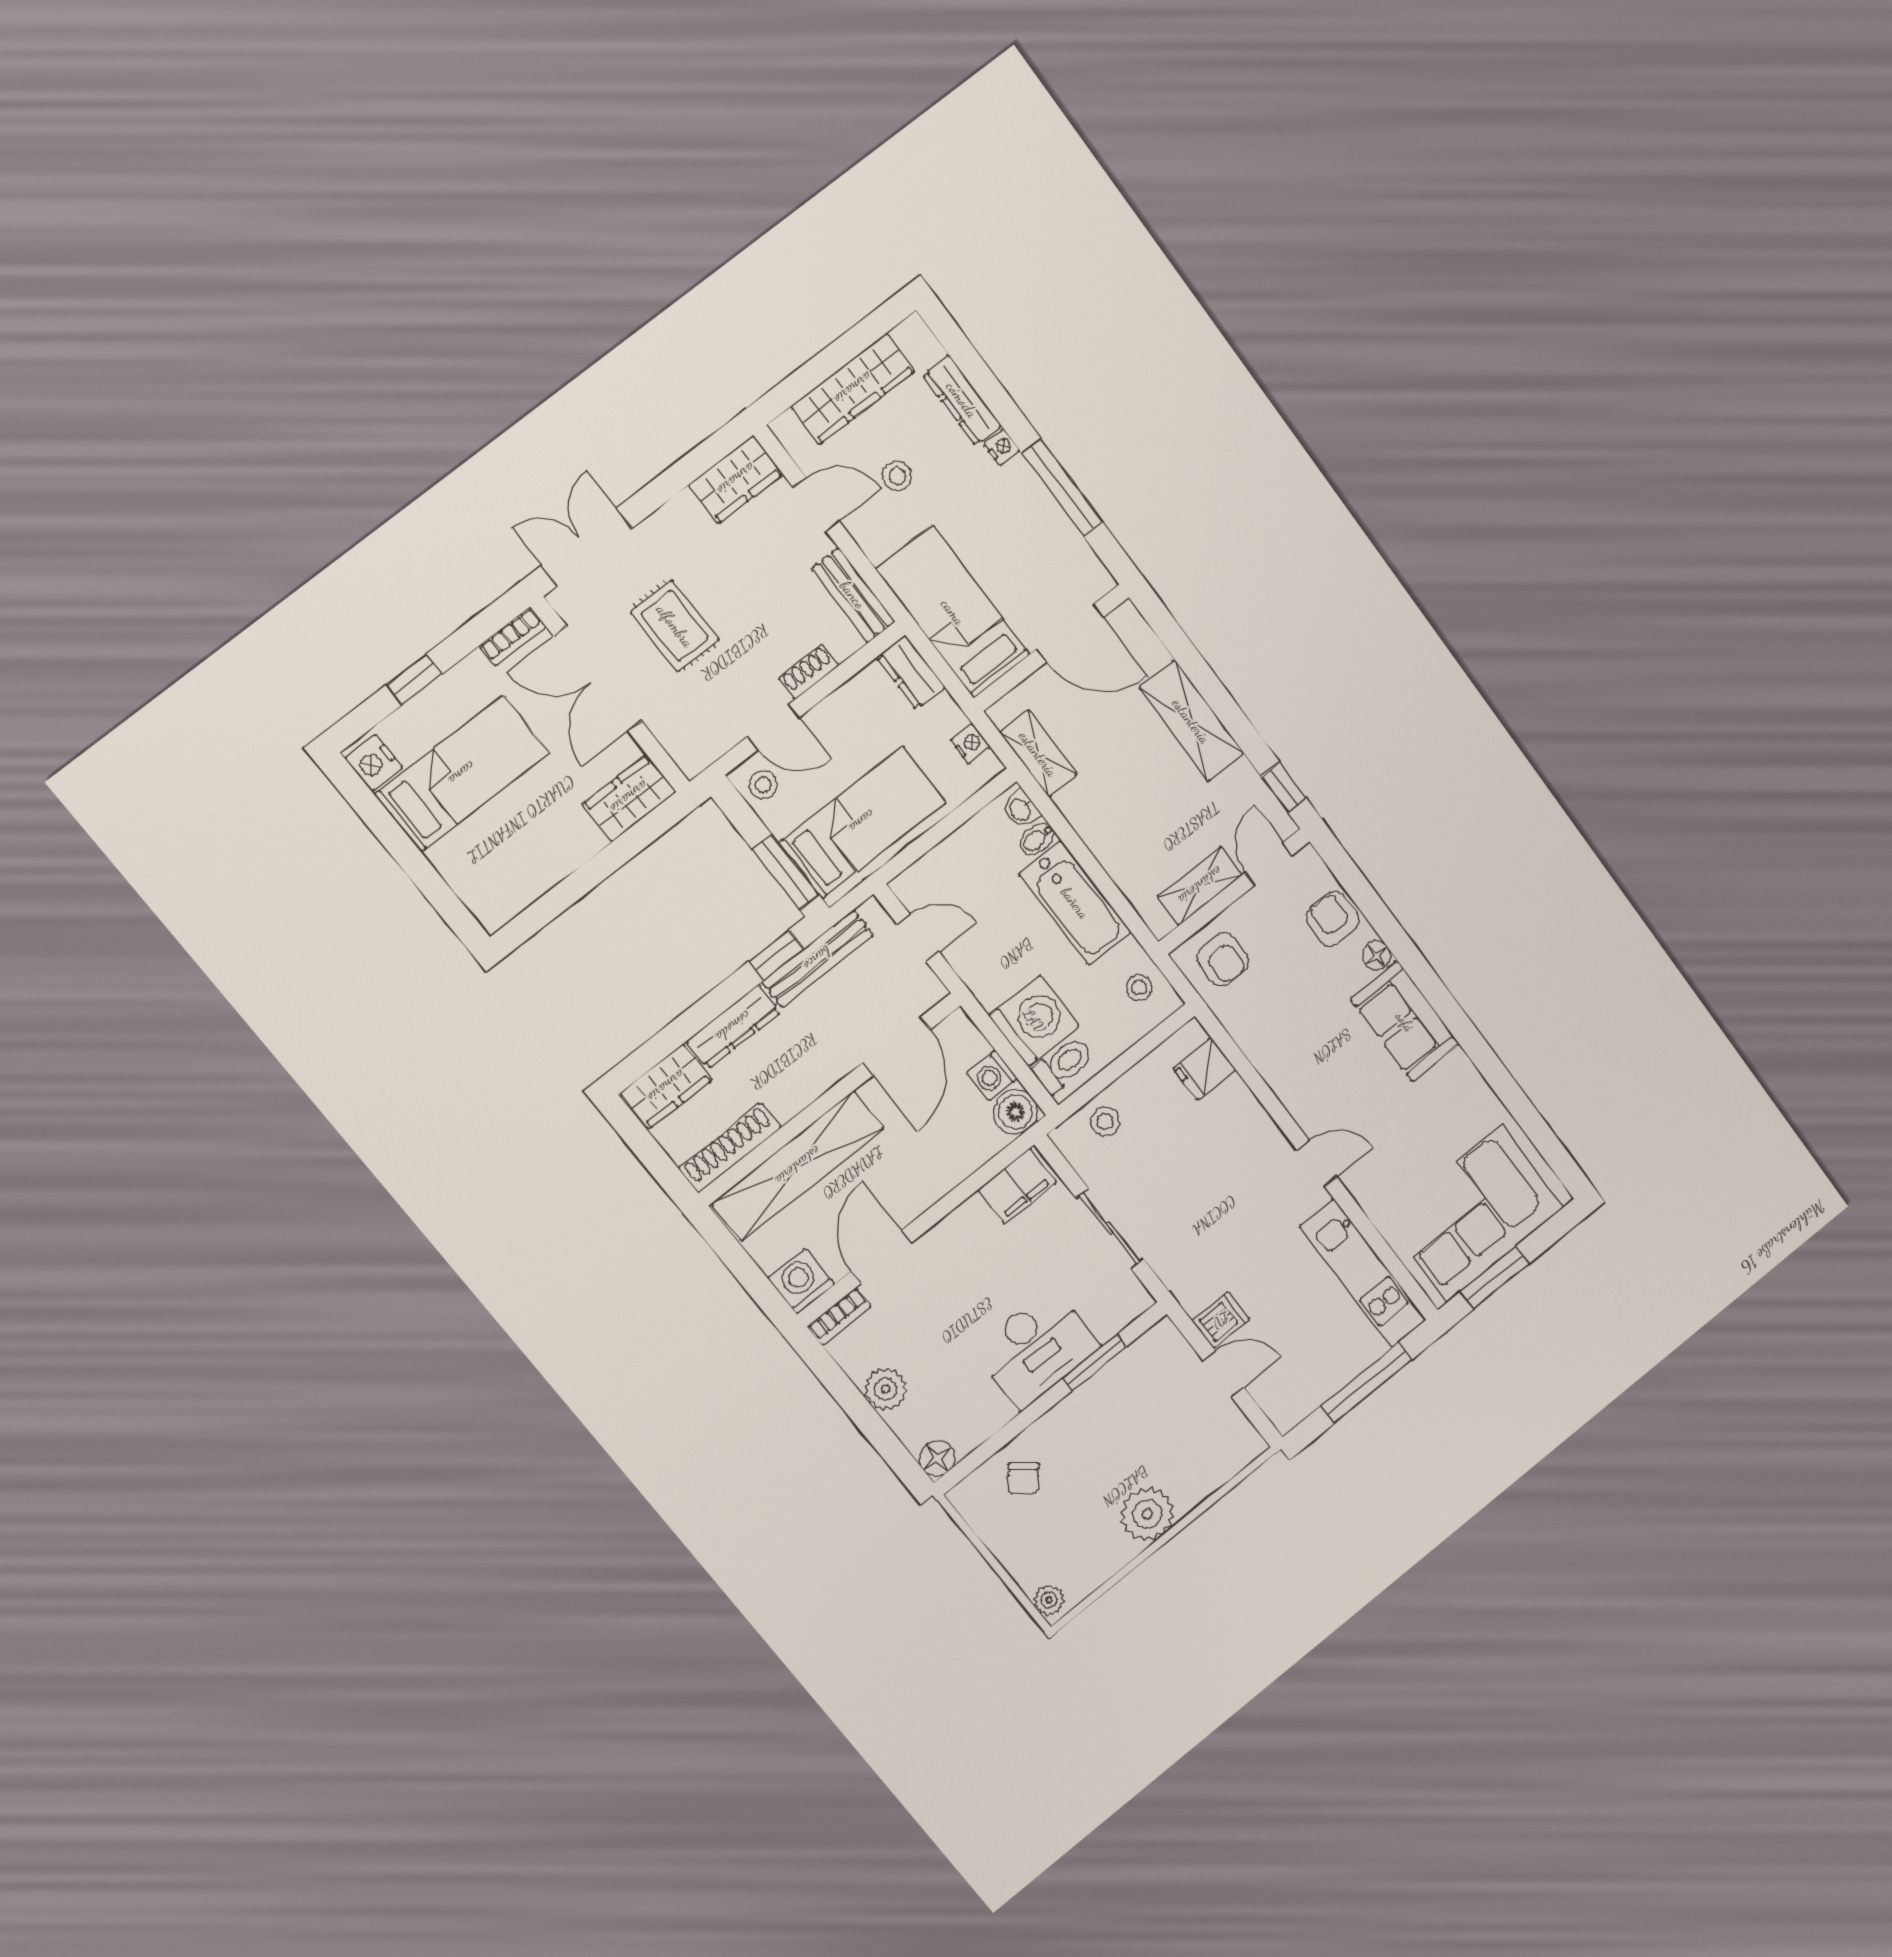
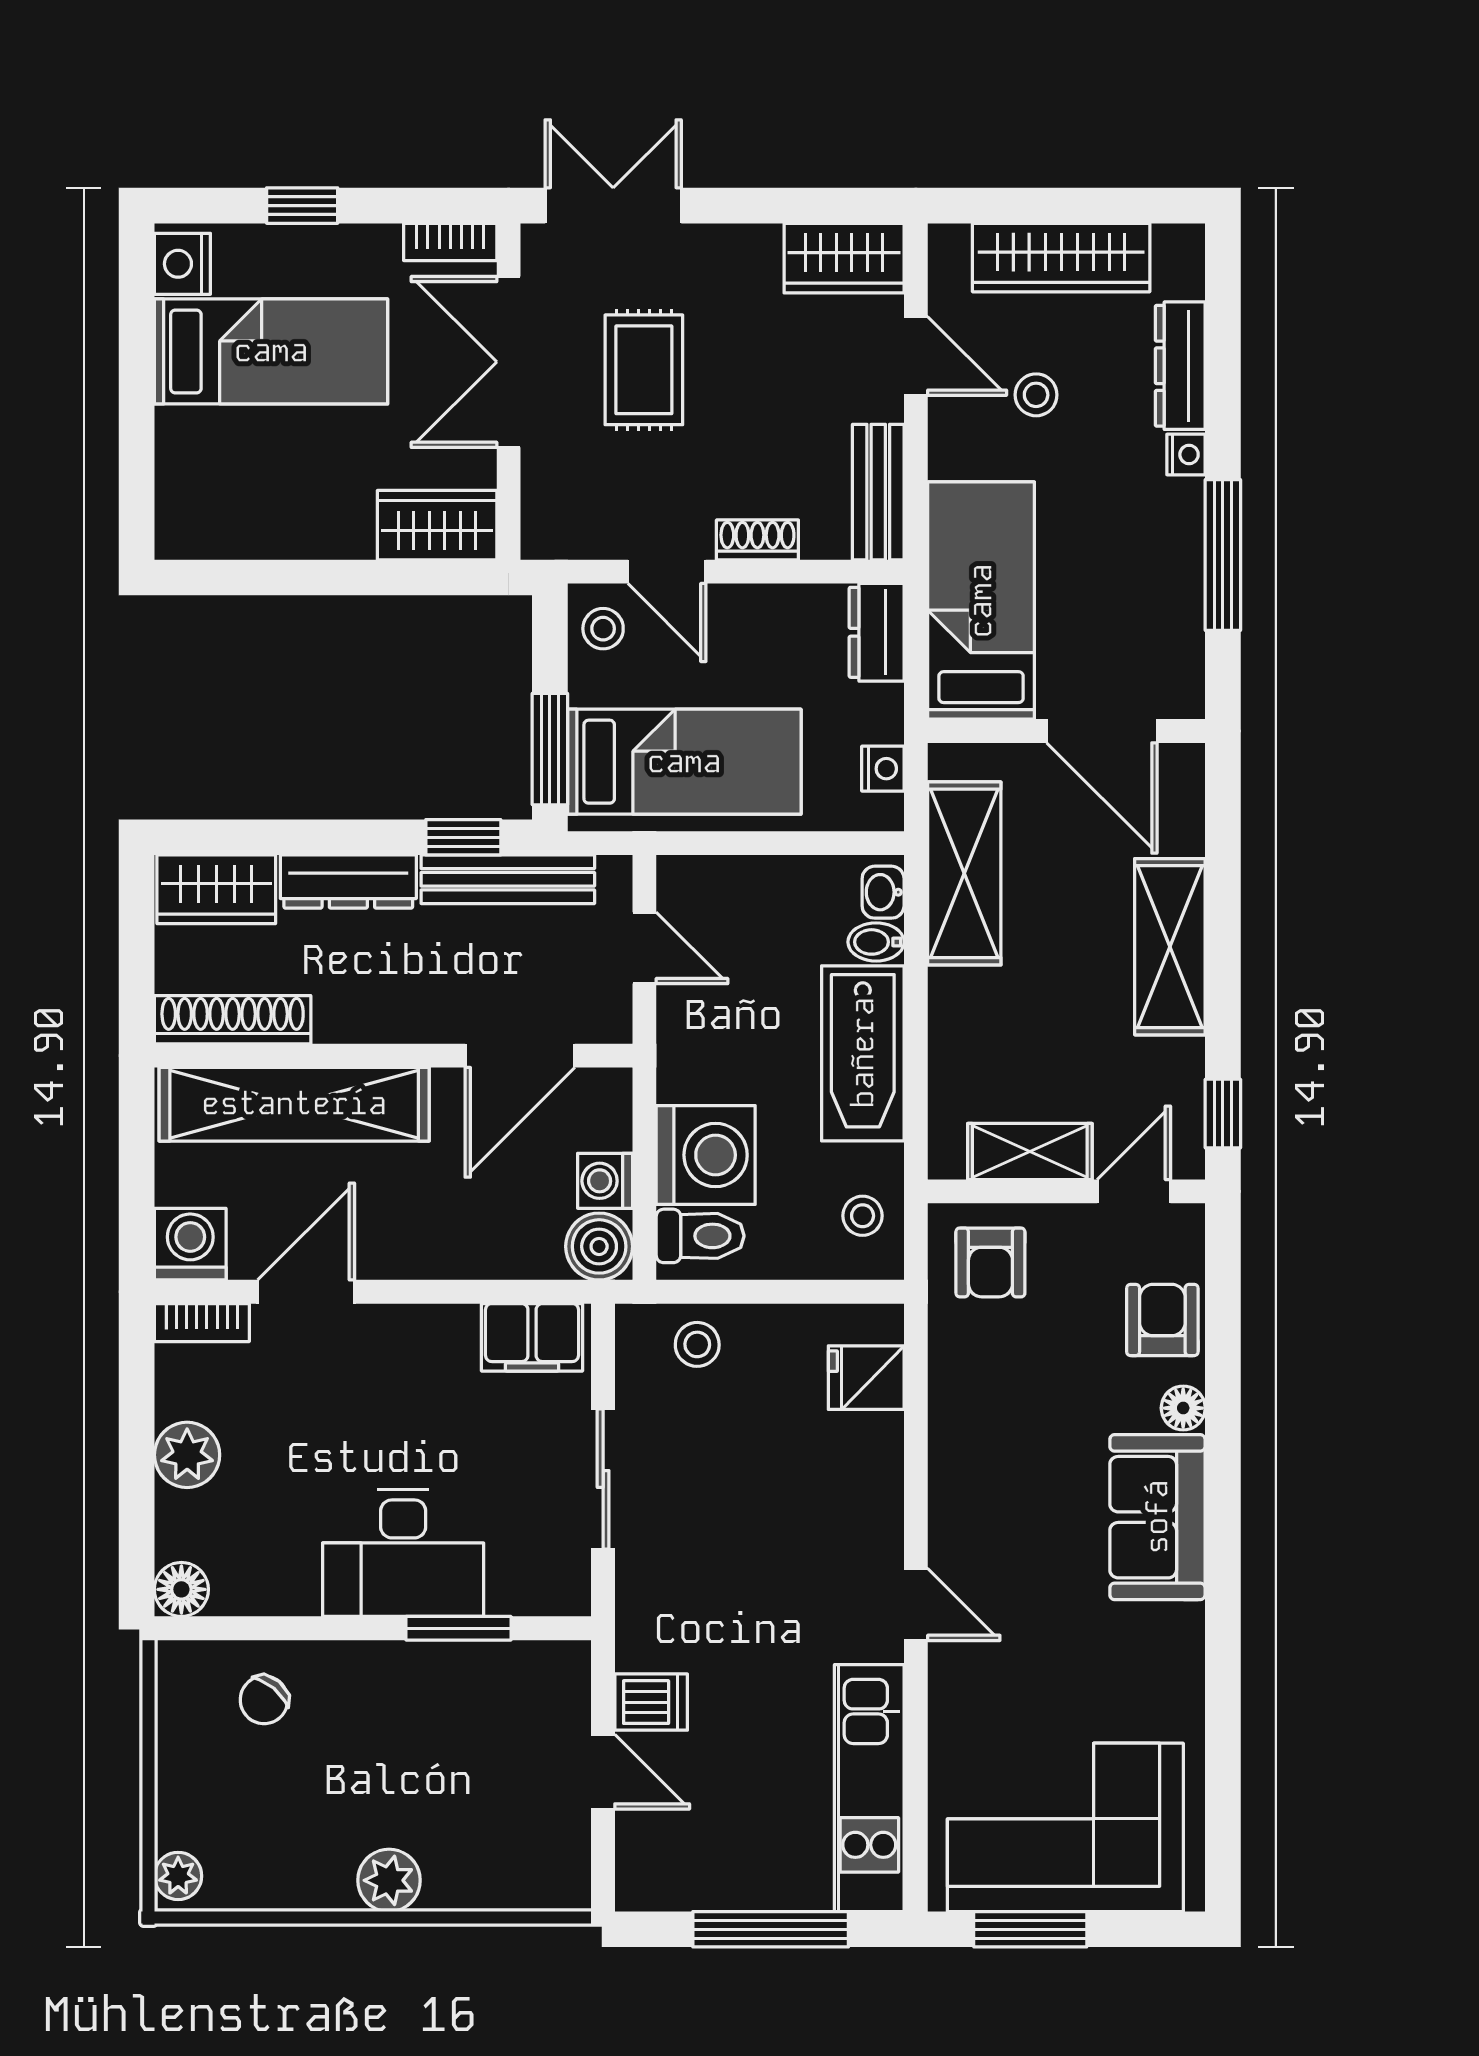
shelving: (1038, 754) -> (964, 873), width x1.50, depth x1.33
plant: (1147, 1514) -> (389, 1880), width x0.73, depth x0.73

